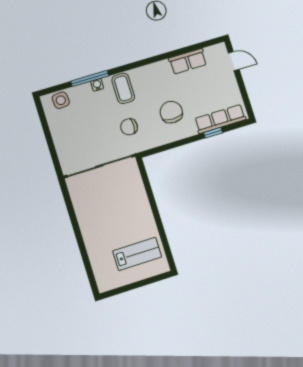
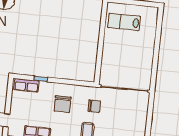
row of seats: (220, 119) -> (26, 85), width x0.68

